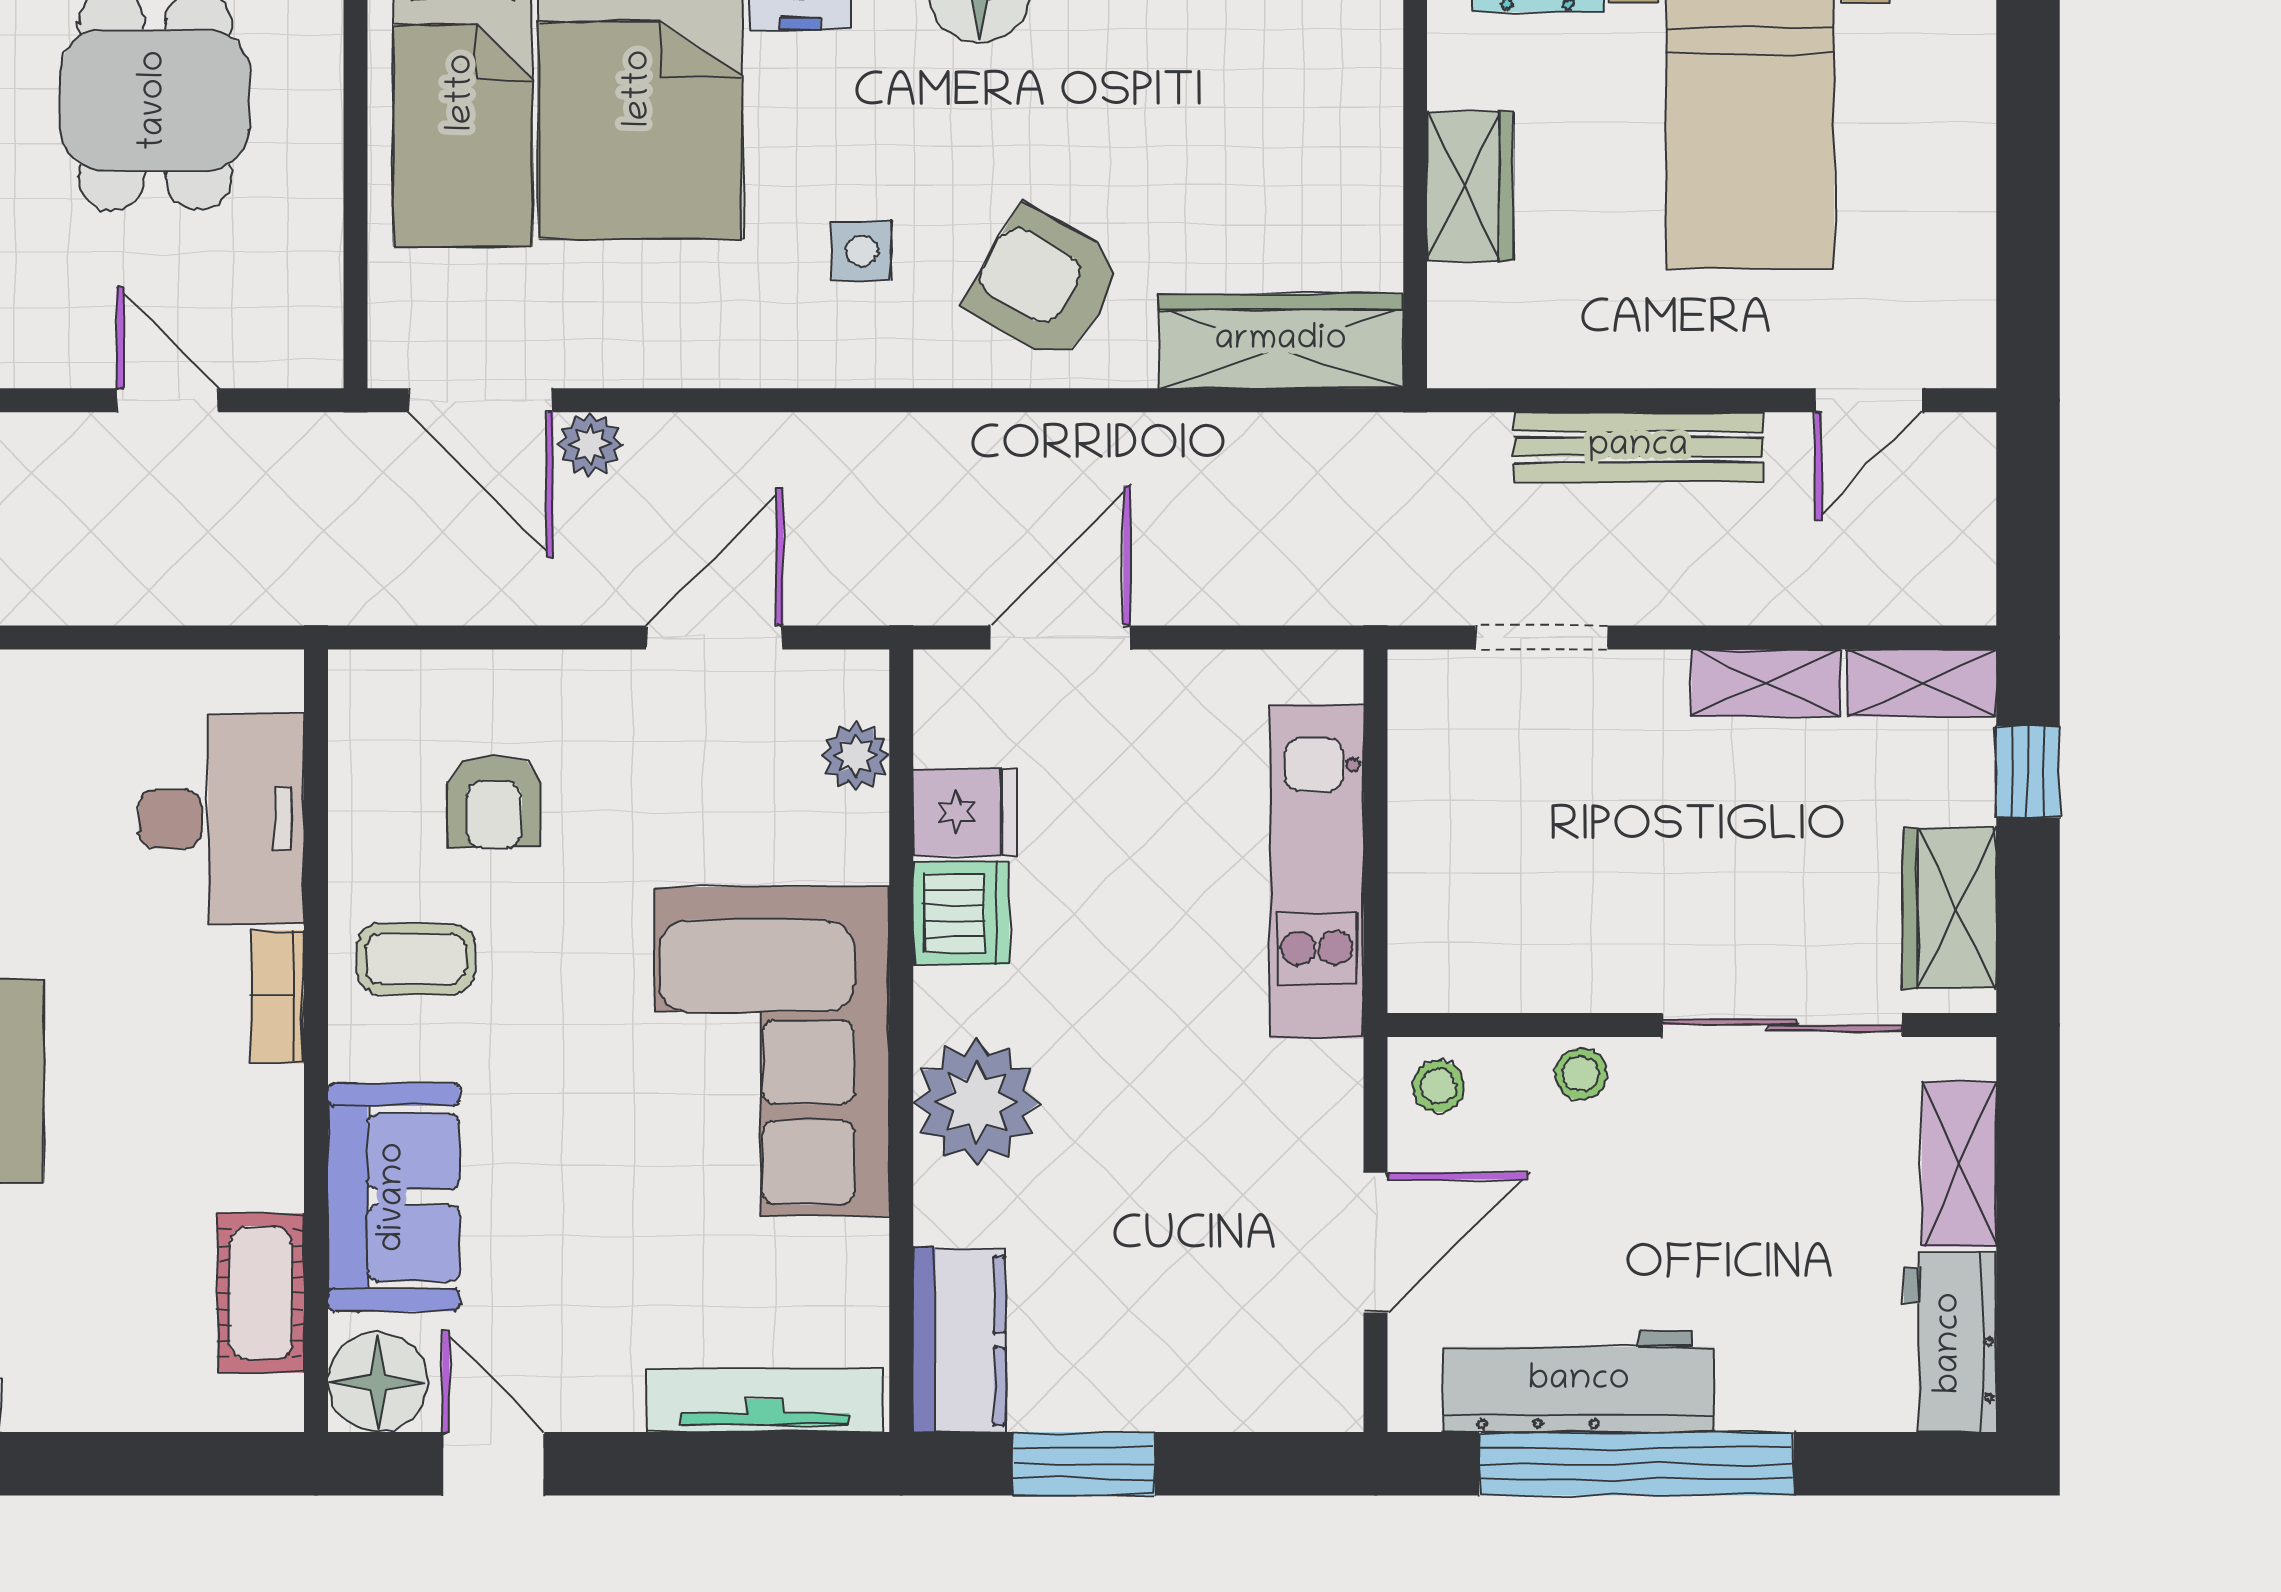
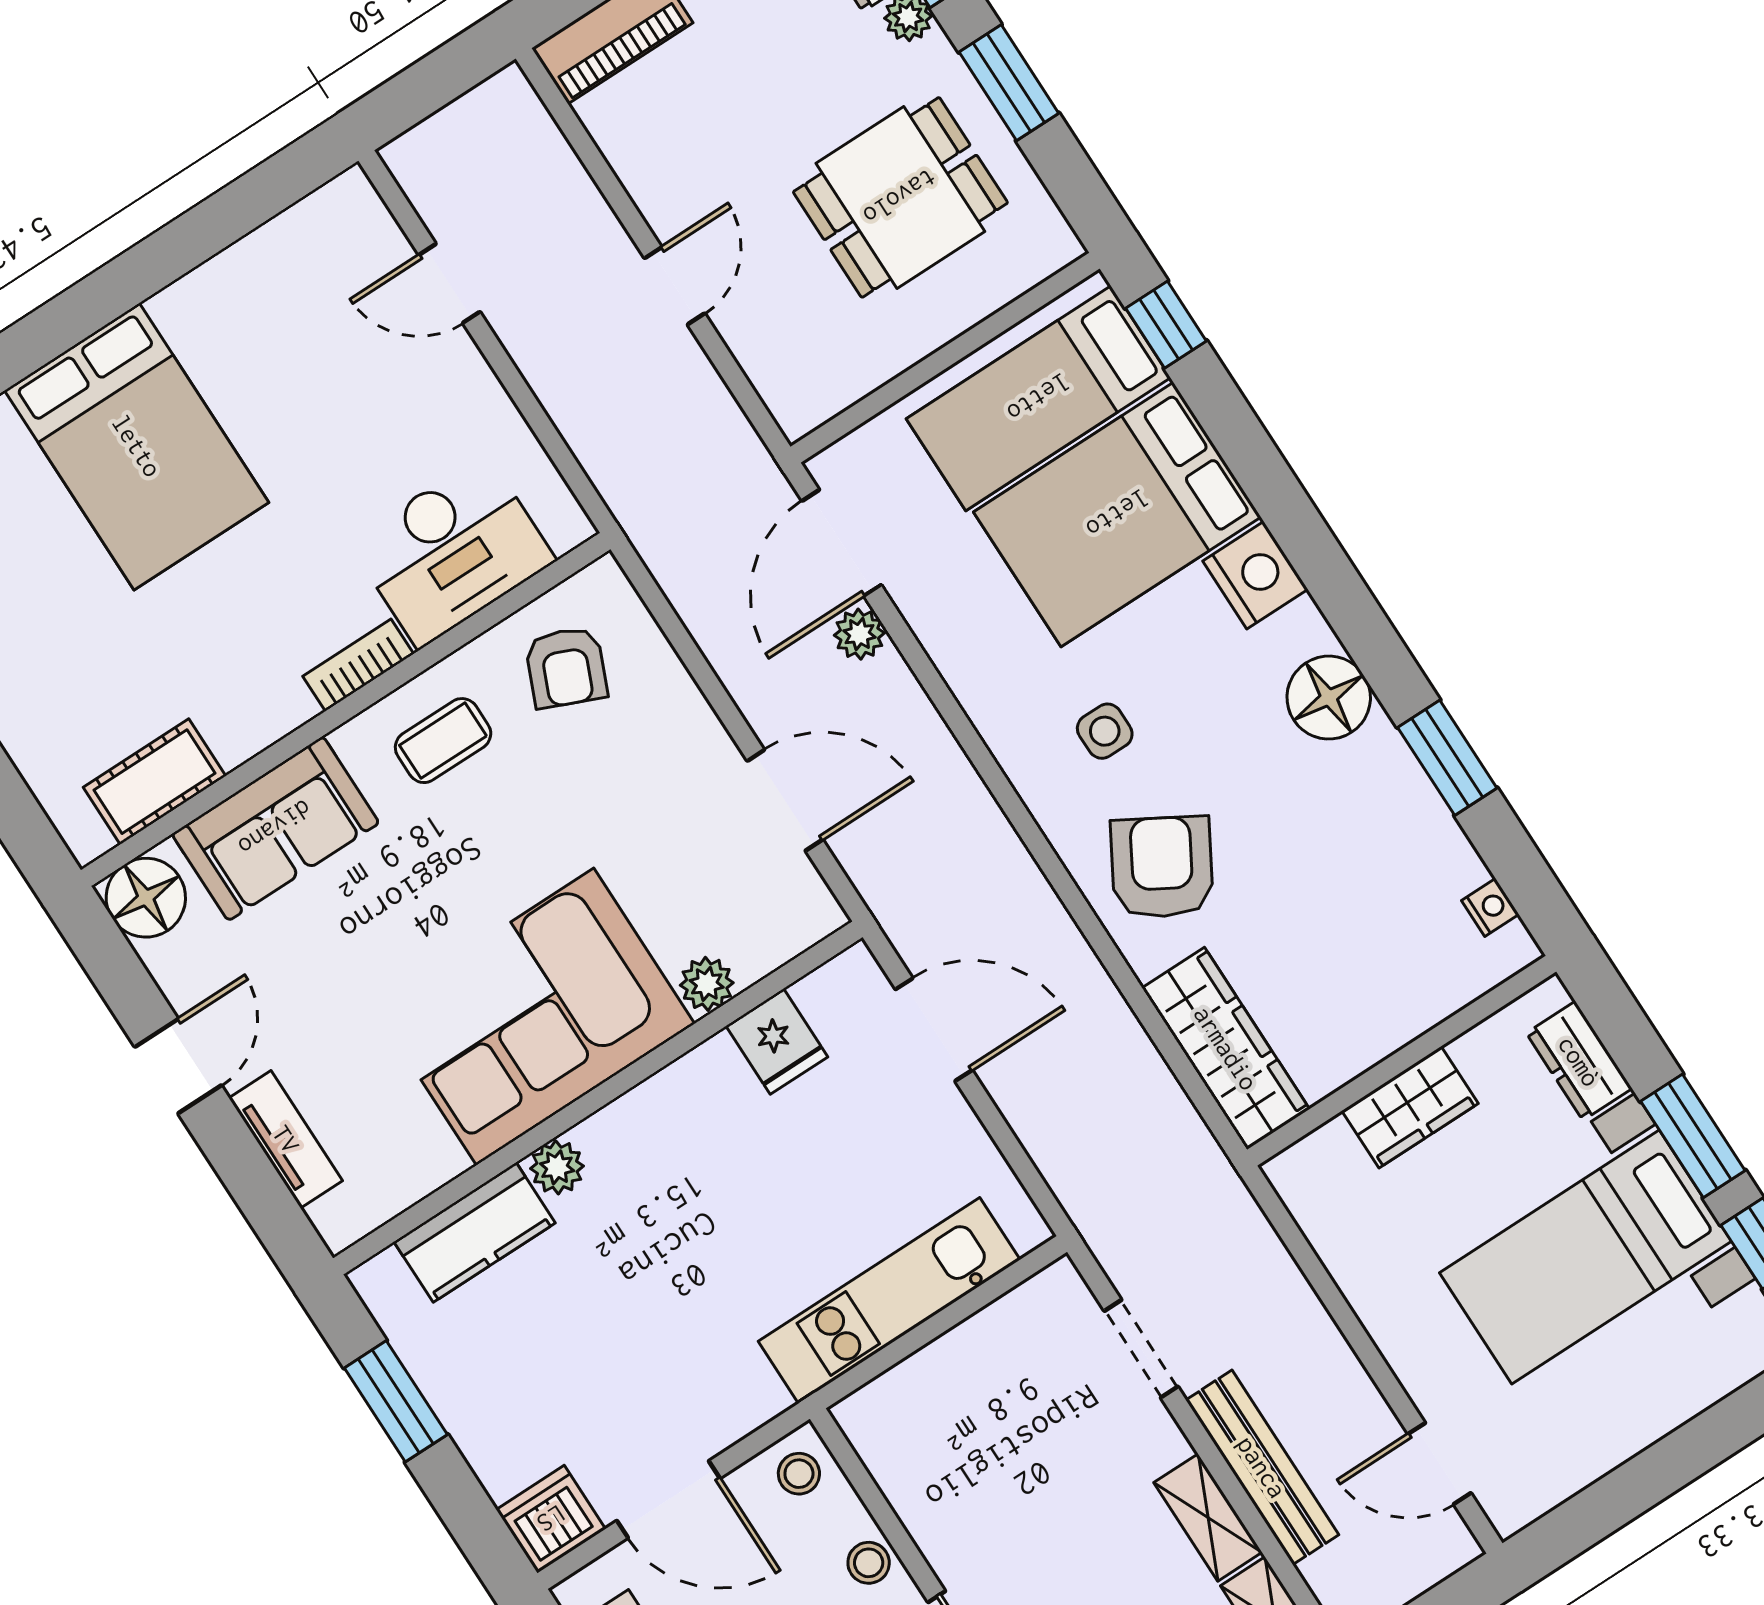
door: (168, 400) -> (675, 286), moved
bench: (1638, 447) -> (1262, 1467), moved
plant: (855, 756) -> (707, 984), moved
armchair: (494, 801) -> (566, 667), moved, turned -67
dishwasher: (961, 913) -> (551, 1519), moved, turned 180
coffee table: (416, 959) -> (443, 741), turned 90
plant: (976, 1102) -> (557, 1167), width x0.53, depth x0.53
kitchen counter: (959, 1340) -> (475, 1232), moved
tv unit: (764, 1400) -> (286, 1139), width x0.71
door: (493, 1464) -> (178, 1066), moved

